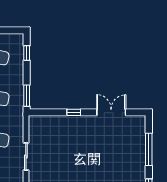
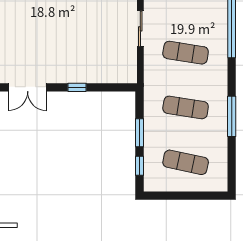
window: (27, 96) -> (139, 133), moved

